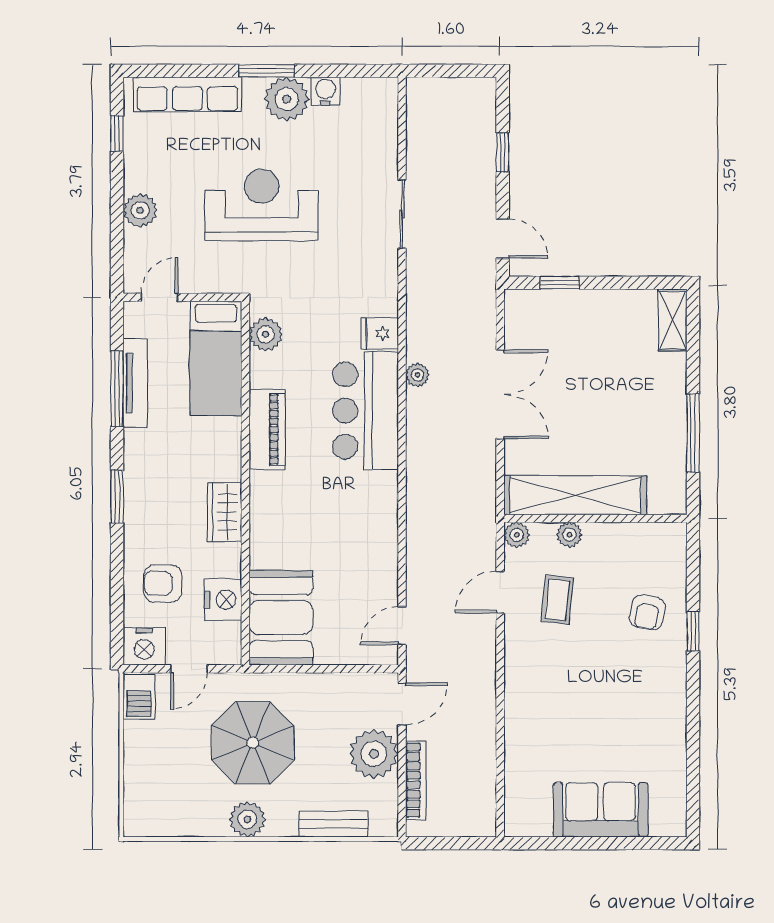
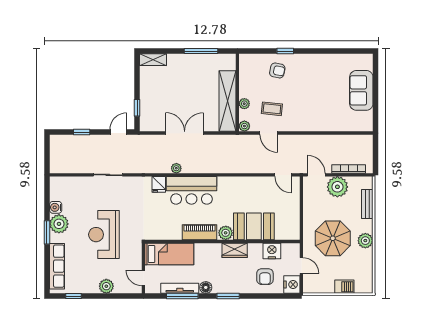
plant: (266, 334) -> (226, 233), moved
floor lamp: (137, 444) -> (206, 287), added
booth: (281, 618) -> (254, 226), moved
barbecue: (139, 697) -> (344, 287), moved

